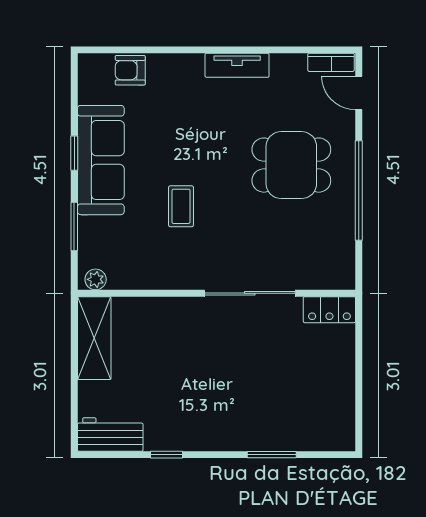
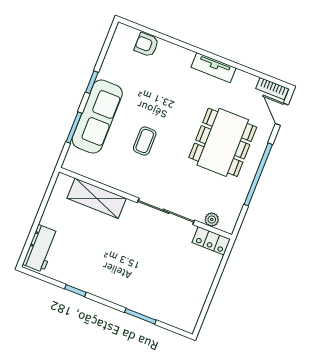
sofa: (101, 160) -> (97, 117), moved
dining table: (291, 165) -> (223, 142), width x1.37
plant: (96, 279) -> (212, 220), moved
shelving: (94, 338) -> (97, 198), moved, turned 90
workbench: (110, 434) -> (41, 248), moved, turned 90

